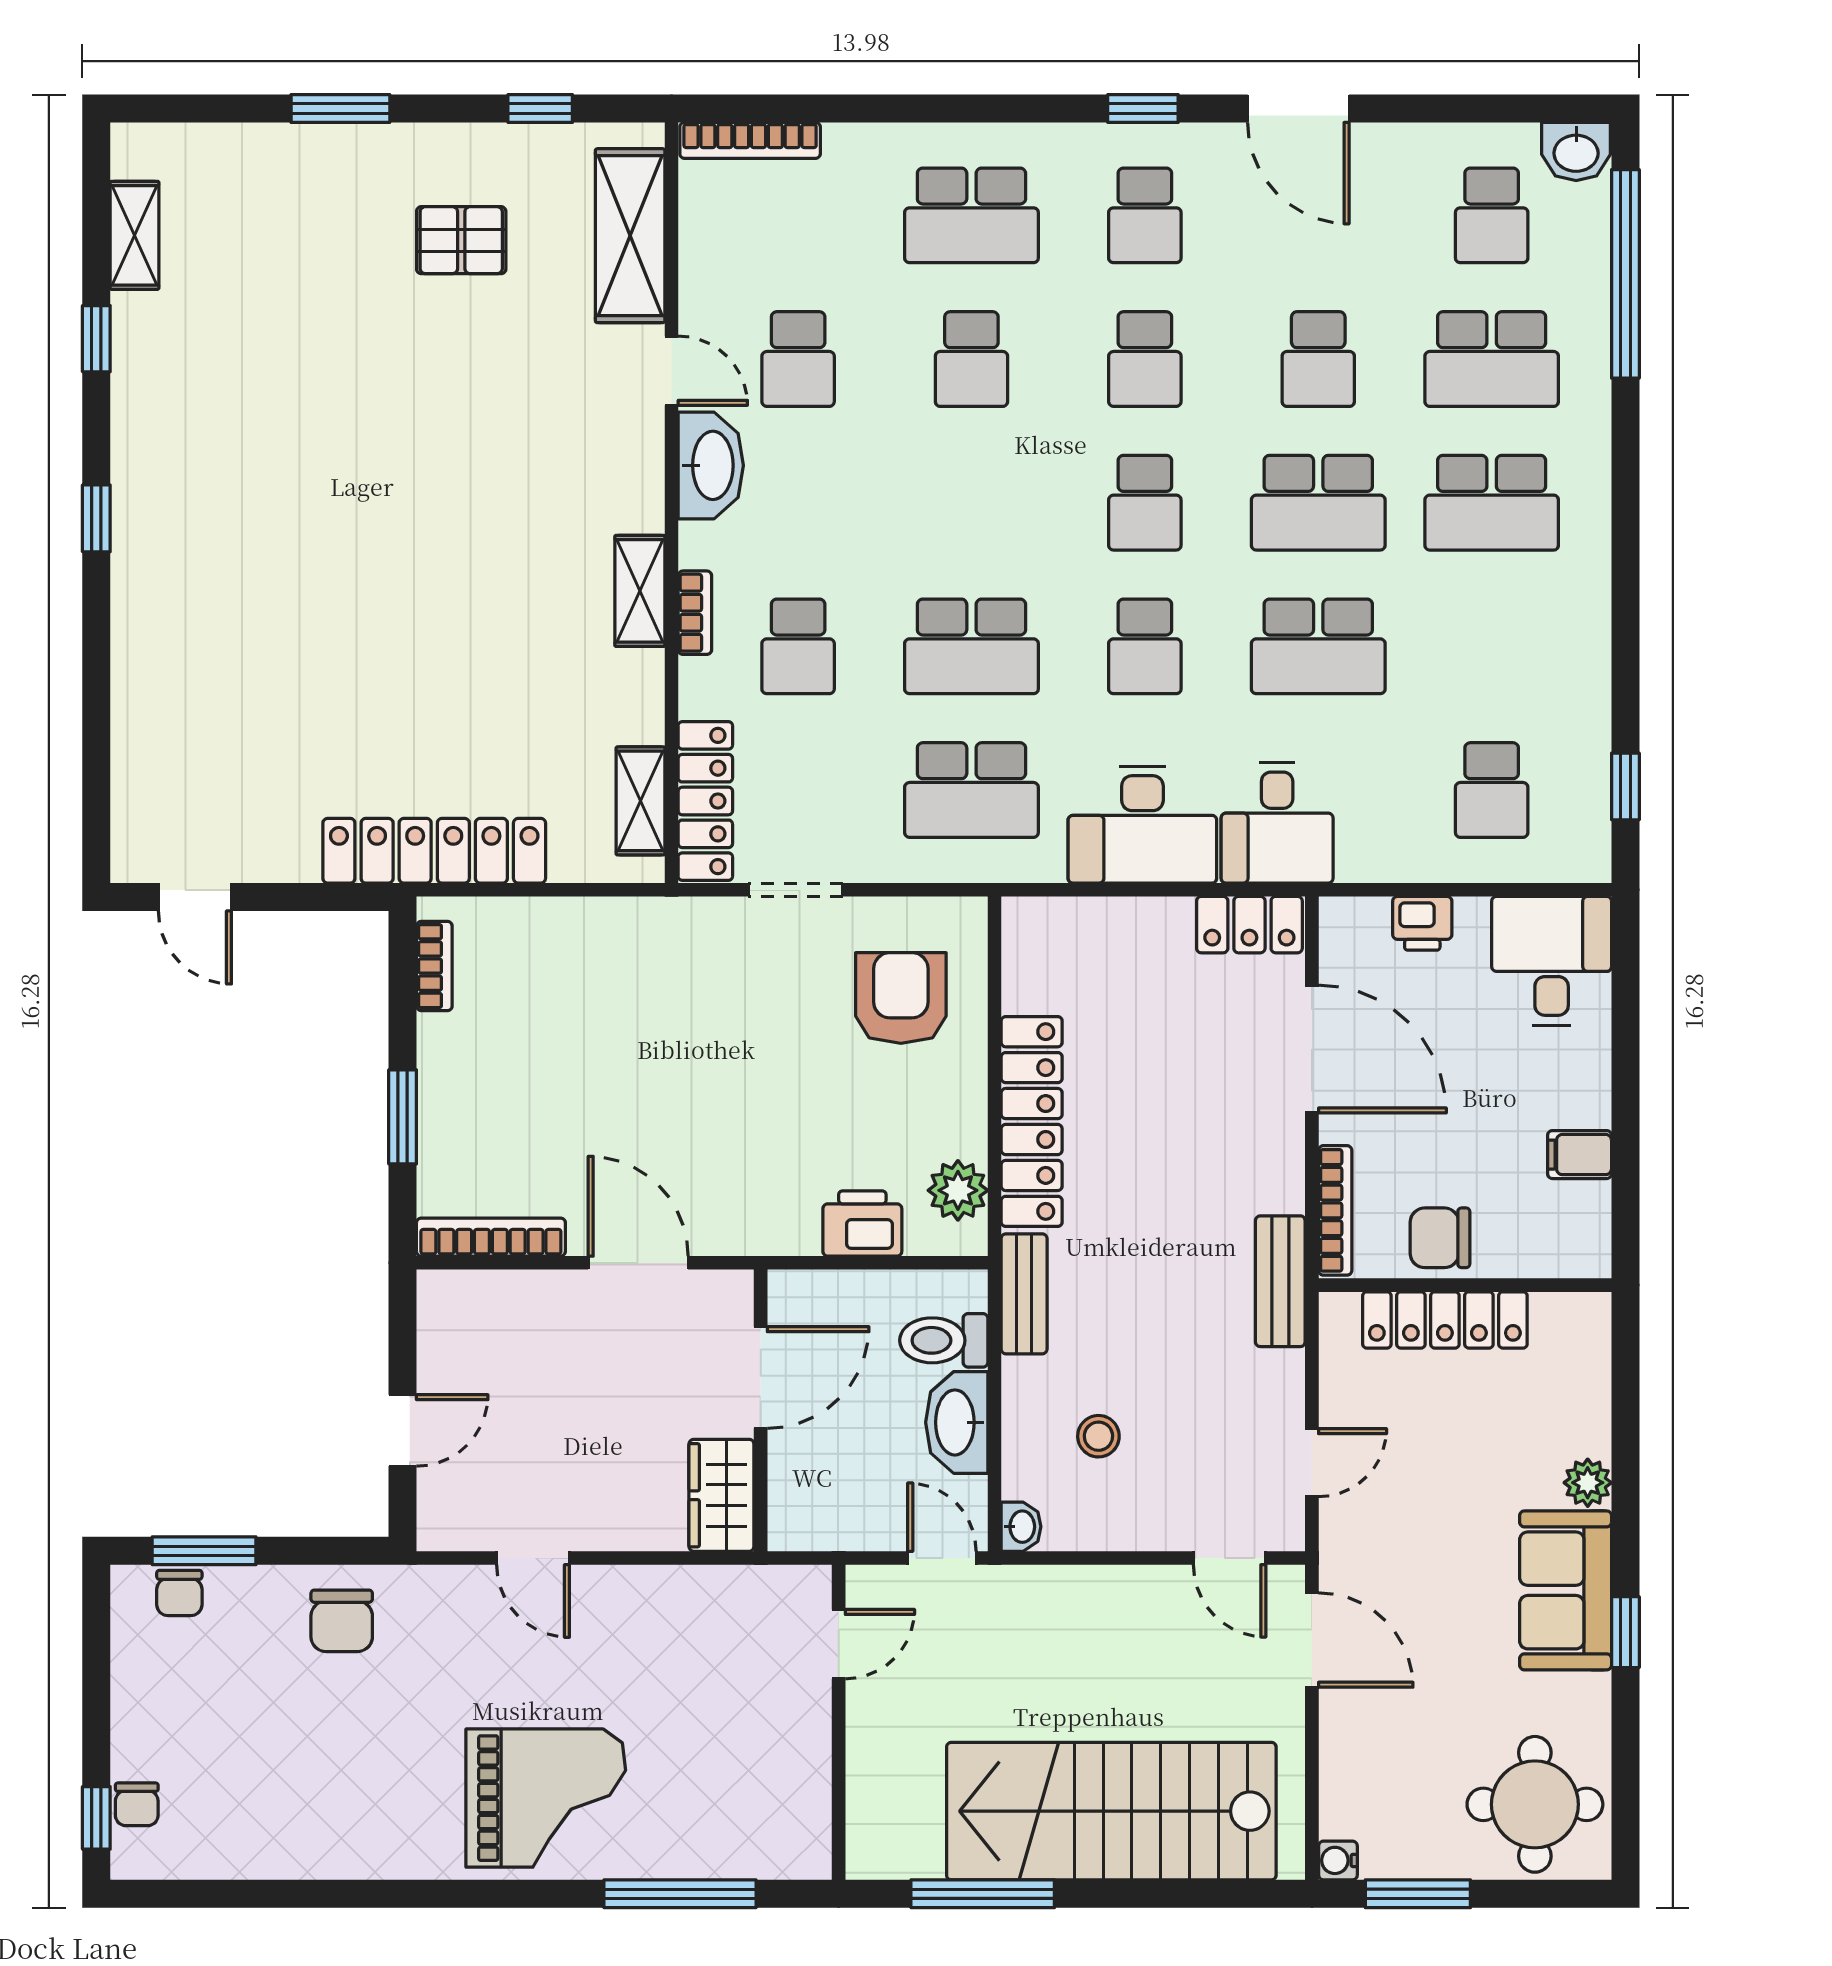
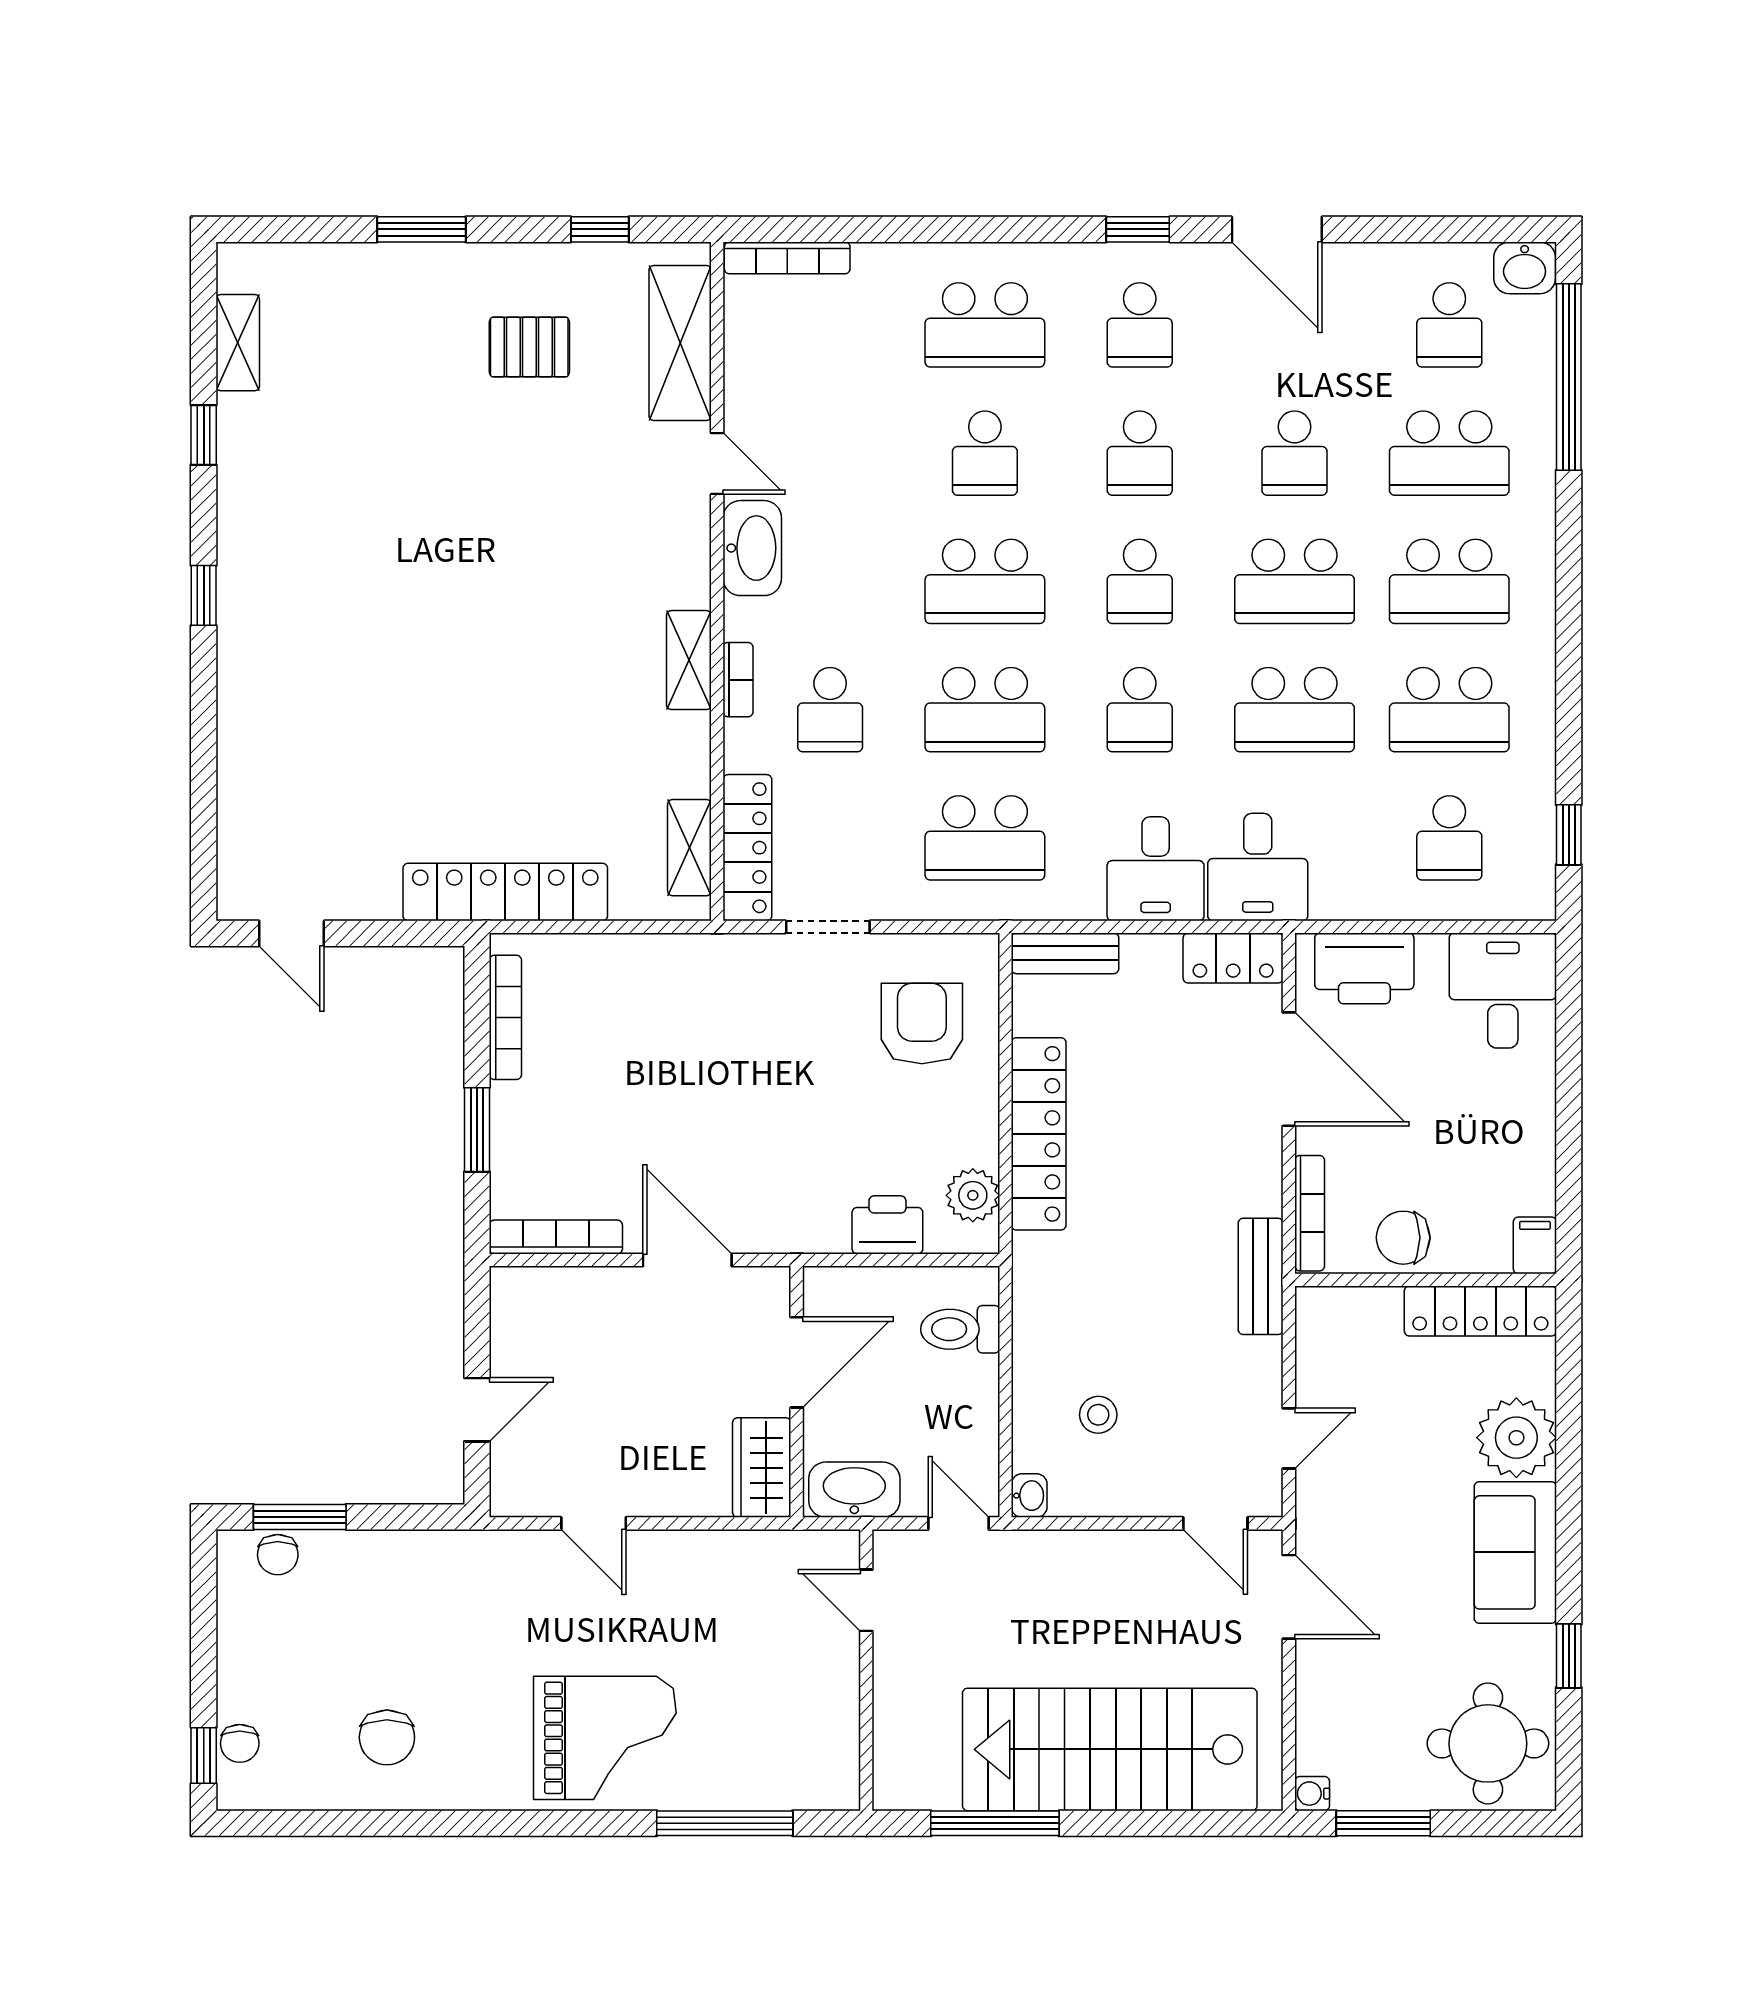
school desk: (798, 359) -> (985, 581), moved, width x1.85
school desk: (1492, 646) -> (1449, 710), added
desk: (1142, 825) -> (1156, 869), width x0.73
printer: (1422, 923) -> (1364, 968), width x1.87, depth x1.48
bookcase: (434, 966) -> (505, 1017), width x1.56
filing cabinet: (1580, 1155) -> (1535, 1245), moved, turned 90
bench: (1024, 1294) -> (1065, 953), moved, turned 90
locker: (1445, 1320) -> (1480, 1311), moved
washbasin: (957, 1422) -> (854, 1490), moved, turned 90
plant: (1588, 1483) -> (1516, 1438), width x1.87, depth x1.87
chair: (342, 1621) -> (387, 1737), moved
window: (1625, 1632) -> (1569, 1656), moved
door: (839, 1644) -> (866, 1600), swing flipped

